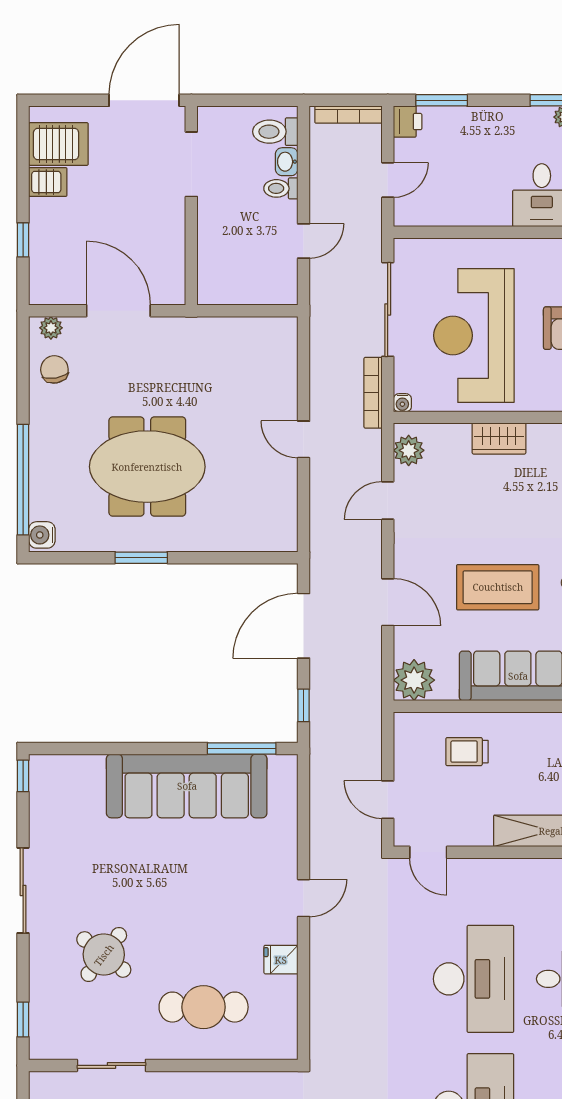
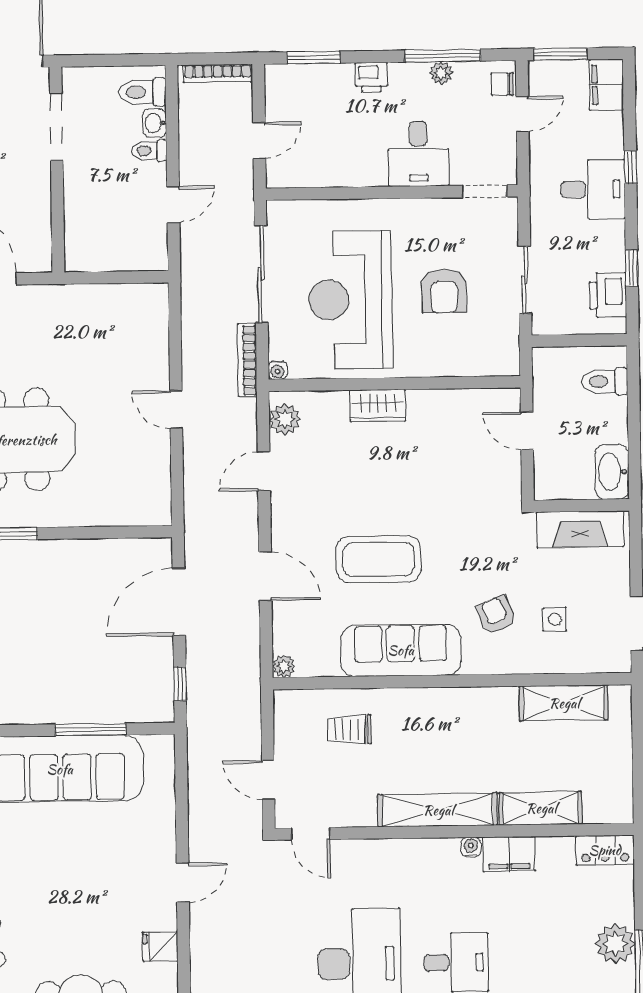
printer: (408, 122) -> (371, 77), moved, turned 90
plant: (414, 680) -> (284, 666), width x0.53, depth x0.53
window: (242, 748) -> (91, 730), moved

